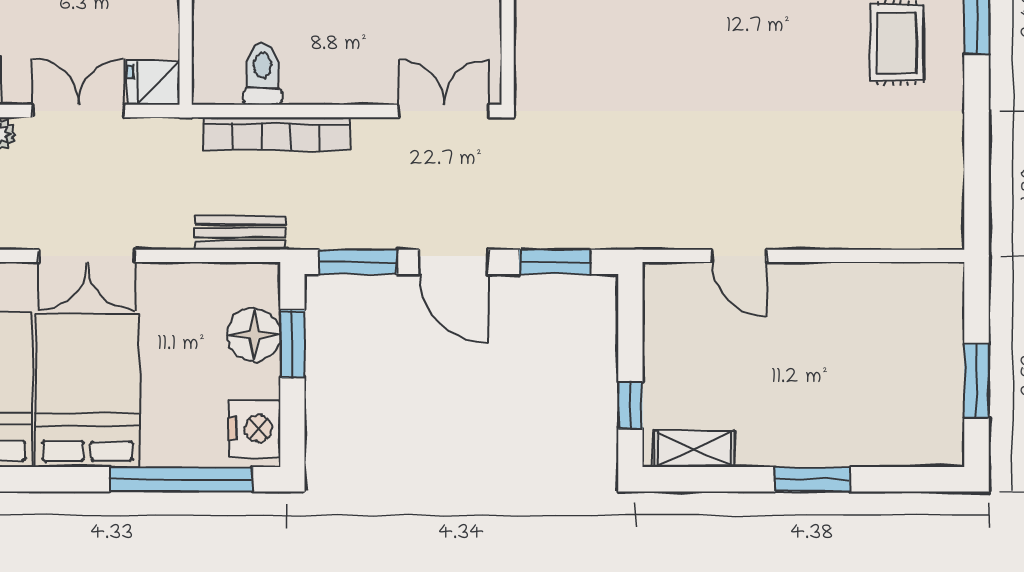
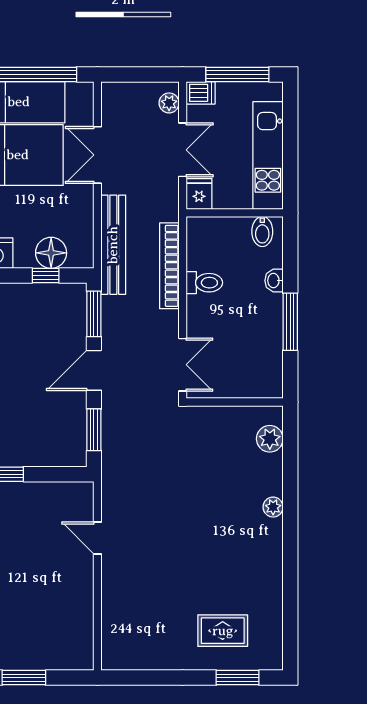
toilet: (262, 74) -> (204, 283), moved
bench: (240, 233) -> (113, 245), width x1.86, depth x1.21
door: (739, 256) -> (97, 538), hinge flipped
window: (292, 344) -> (46, 275), width x0.67

